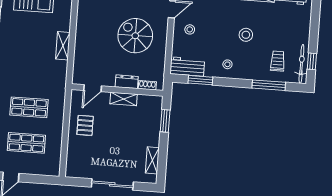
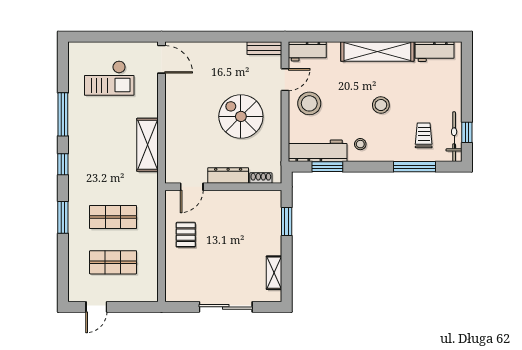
stool: (190, 29) -> (309, 103), width x1.89, depth x1.89
shelving: (63, 46) -> (147, 145), width x1.50, depth x1.33
workbench: (187, 67) -> (318, 151), width x1.38
dresser: (127, 82) -> (228, 175), width x1.44
shelving: (124, 99) -> (232, 198), removed

